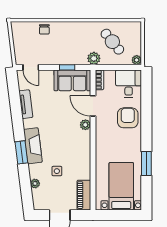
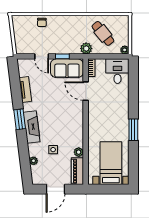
door: (31, 67) -> (42, 56), moved
armchair: (128, 118) -> (117, 102), removed
plant: (85, 125) -> (79, 152), moved
window: (21, 152) -> (20, 119), moved
window: (146, 164) -> (133, 130), moved

